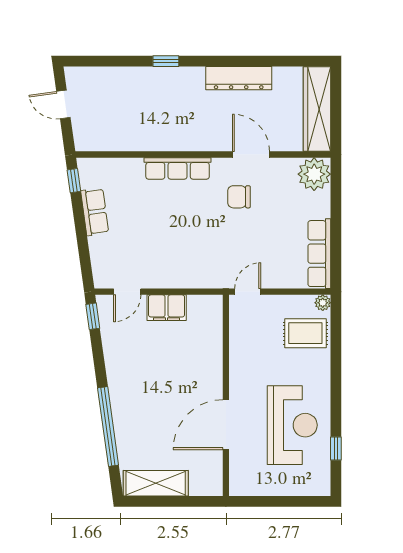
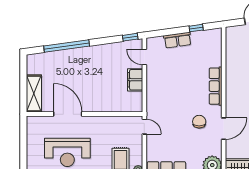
window: (74, 181) -> (196, 28), moved
row of seats: (95, 212) -> (177, 40), moved
shelving: (156, 483) -> (34, 94), moved

